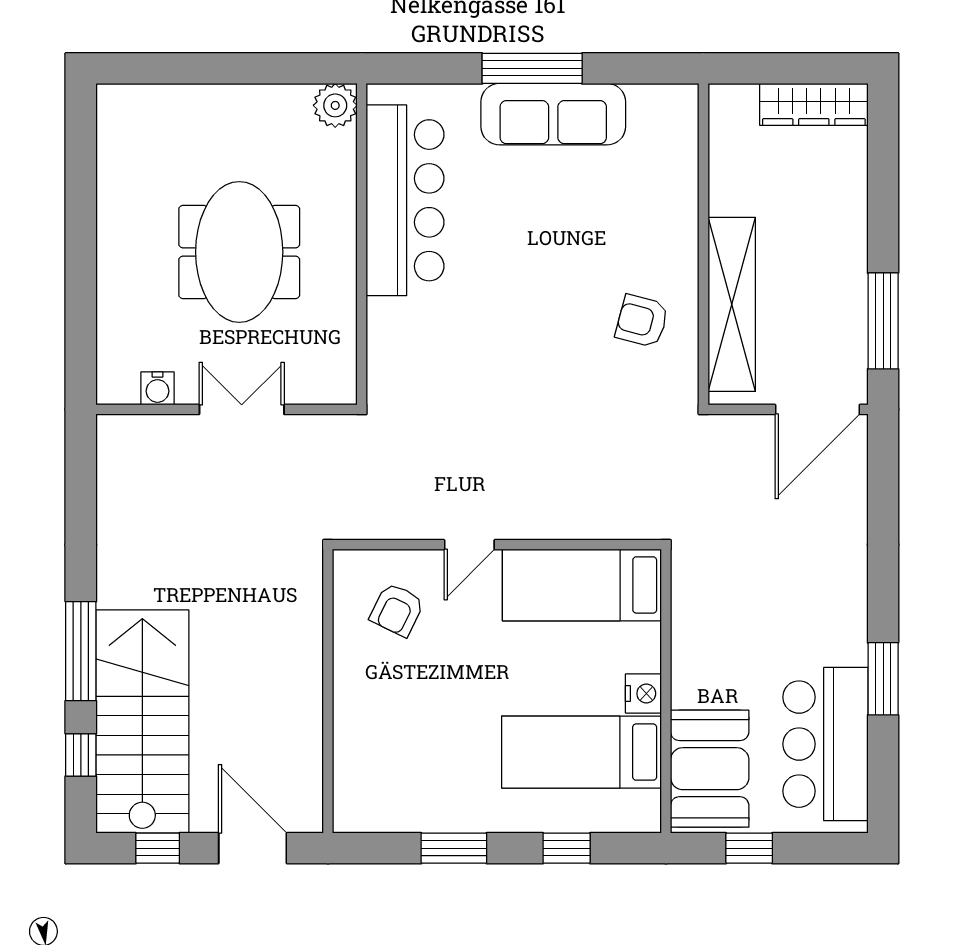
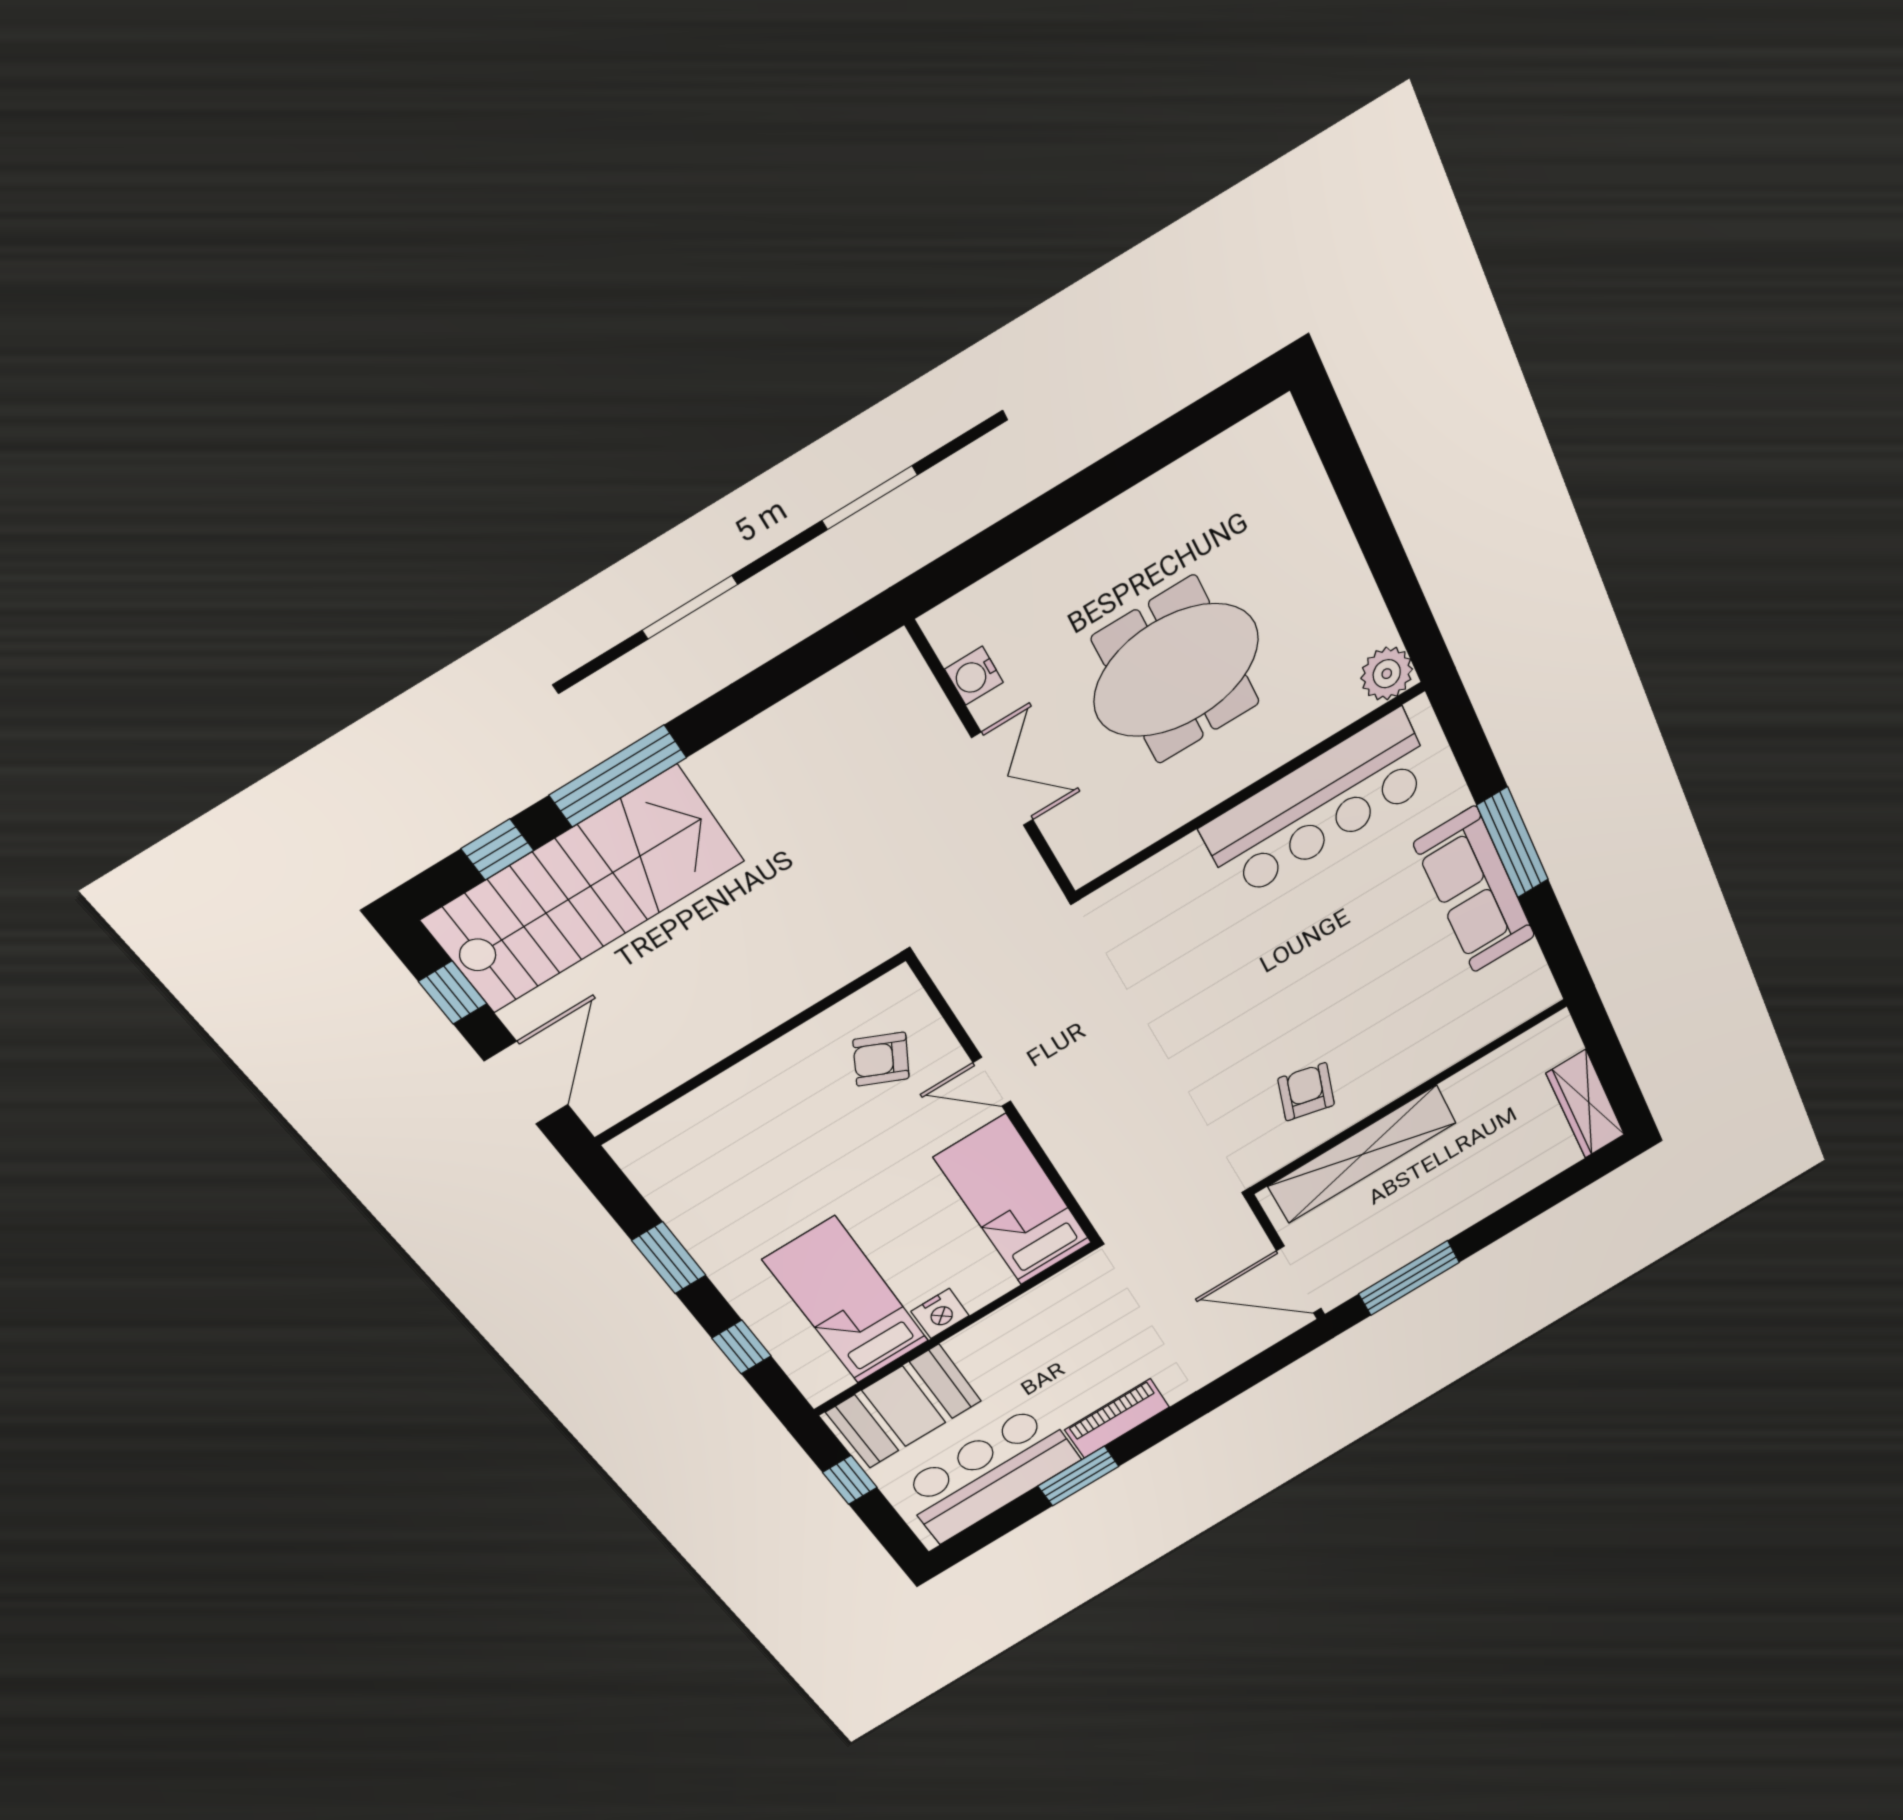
piano: (847, 618) -> (1117, 1418), added

